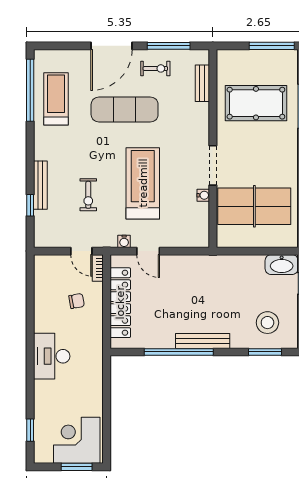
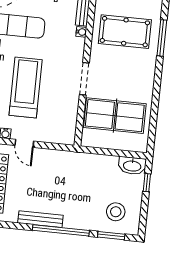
water cooler: (203, 195) -> (81, 32), moved
bench: (203, 341) -> (40, 219), moved
window: (179, 352) -> (61, 230), moved

